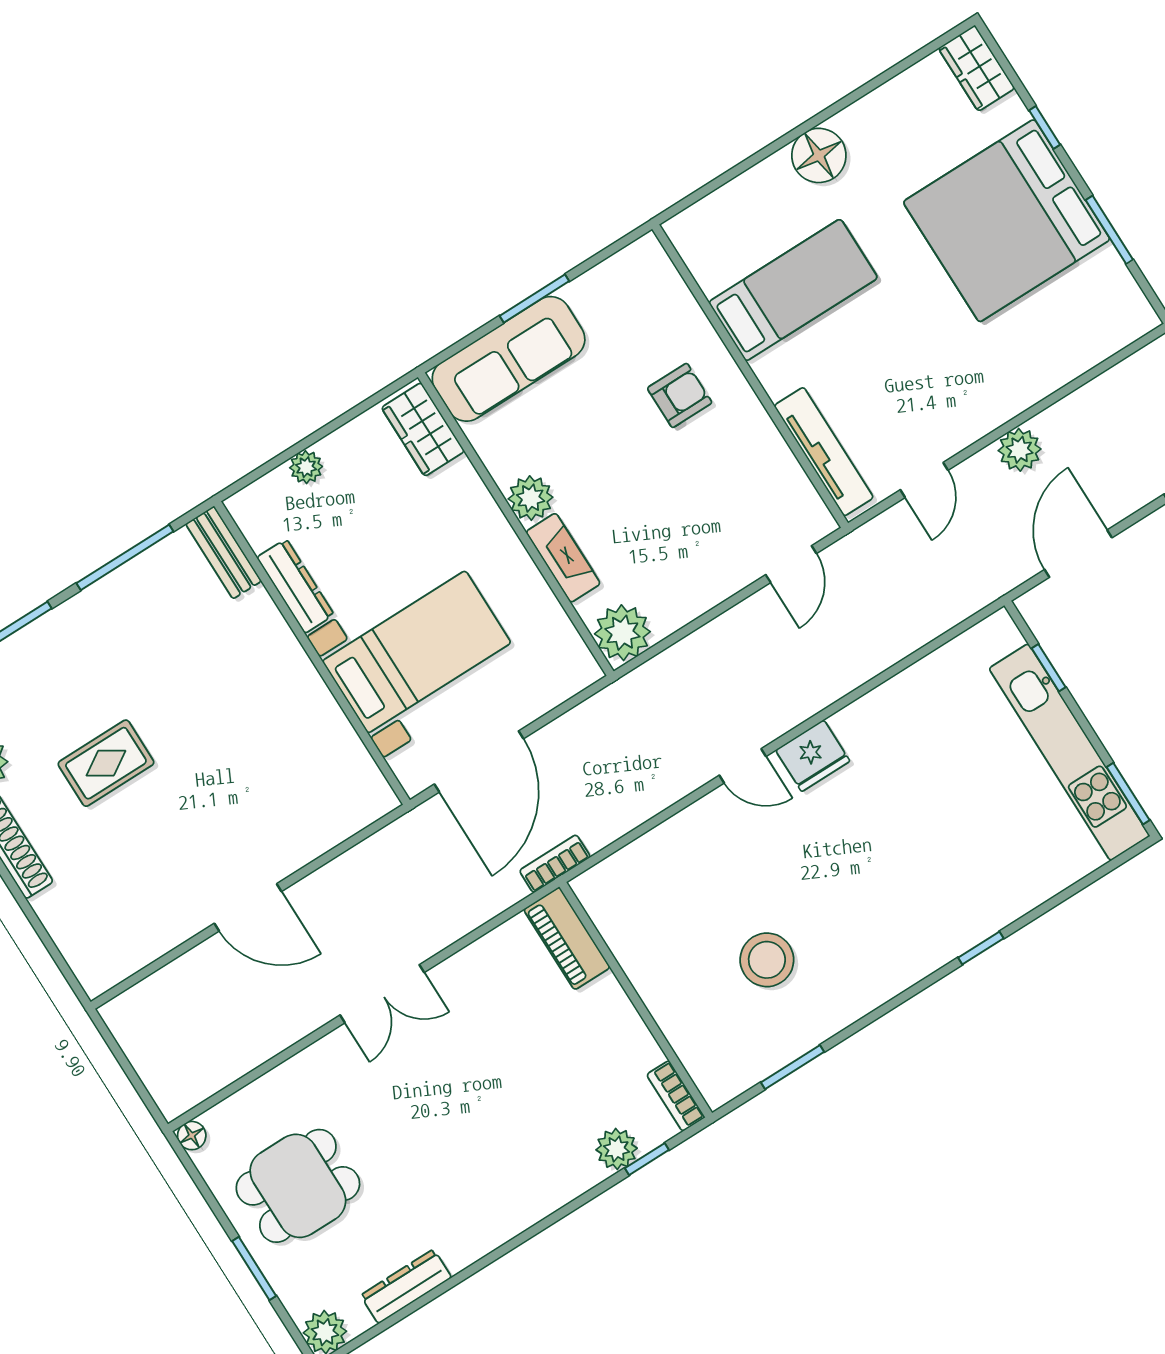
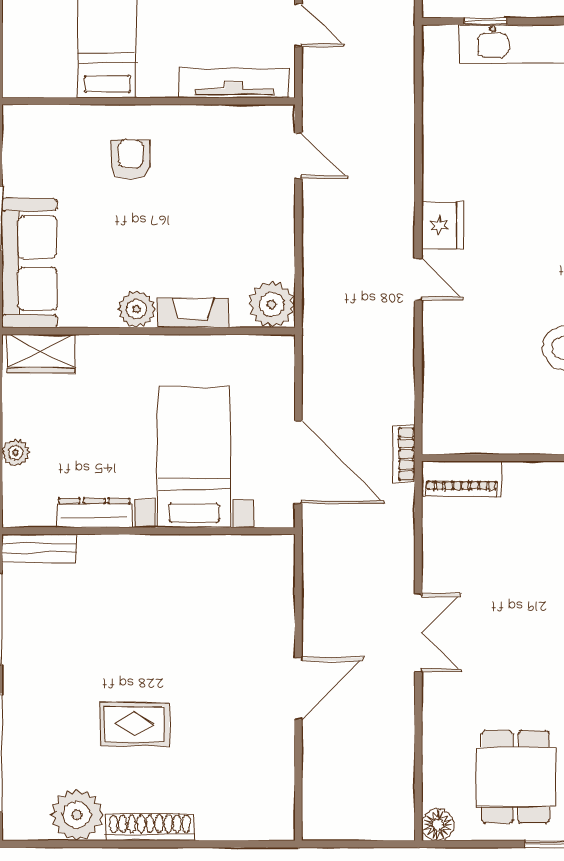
rug: (106, 763) -> (134, 724), turned 90
door: (743, 766) -> (418, 279), hinge flipped
floor lamp: (192, 1136) -> (438, 825), width x1.37, depth x1.37

